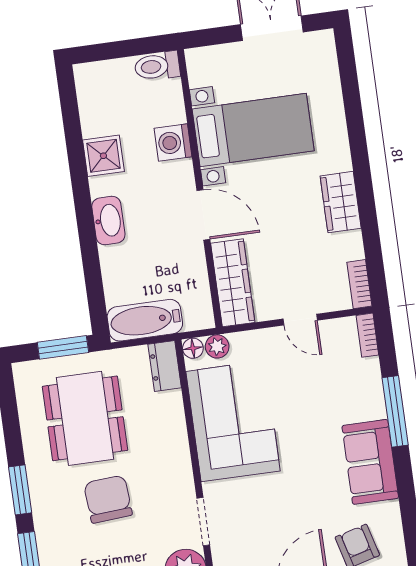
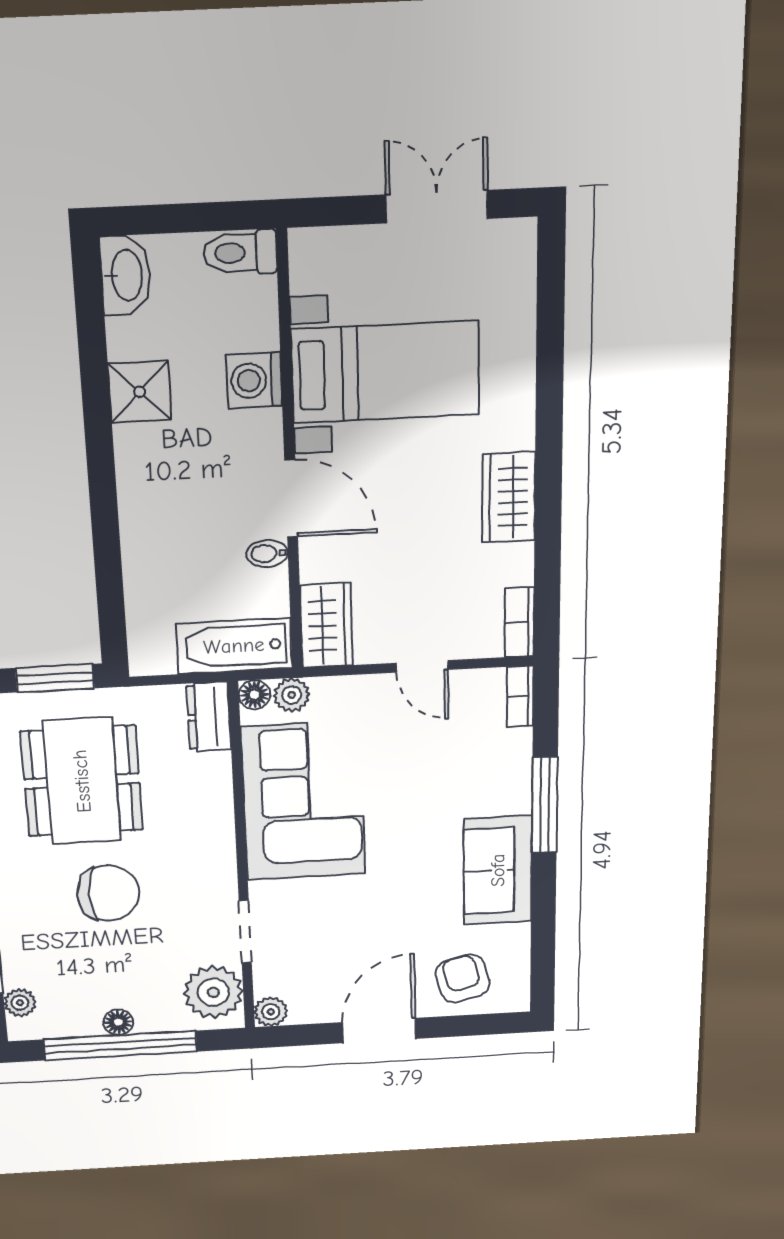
washbasin: (108, 220) -> (126, 275), moved
bidet: (192, 252) -> (267, 554), added
wardrobe: (233, 283) -> (326, 625), width x0.67
bathtub: (145, 320) -> (234, 646), moved
chair: (108, 499) -> (108, 893), turned 94

